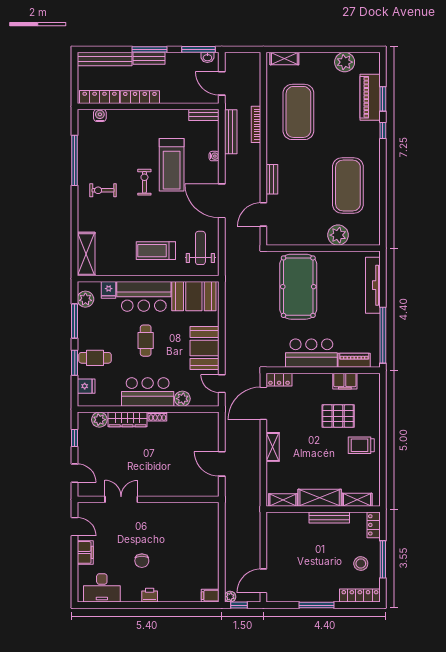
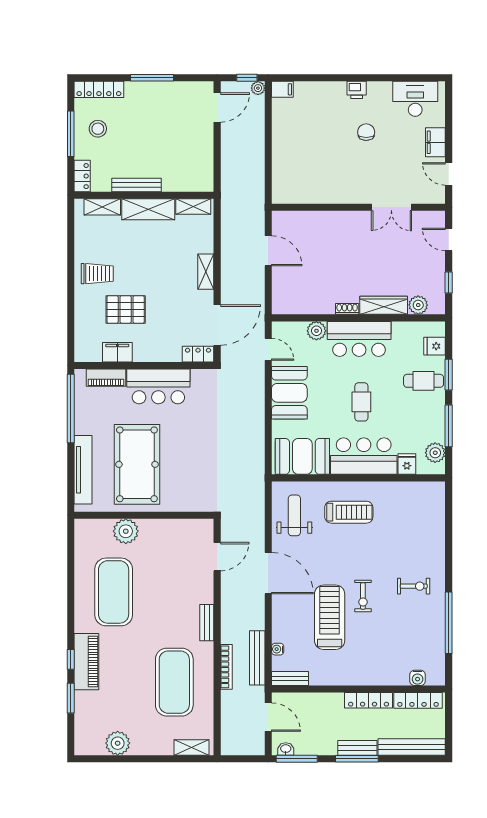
piano: (370, 97) -> (86, 662), moved
water cooler: (214, 156) -> (278, 649), moved
bench: (272, 179) -> (207, 623), moved
weight bench: (200, 248) -> (294, 515), turned 180
shelving: (86, 254) -> (435, 508), removed
pool table: (298, 287) -> (137, 464), moved

